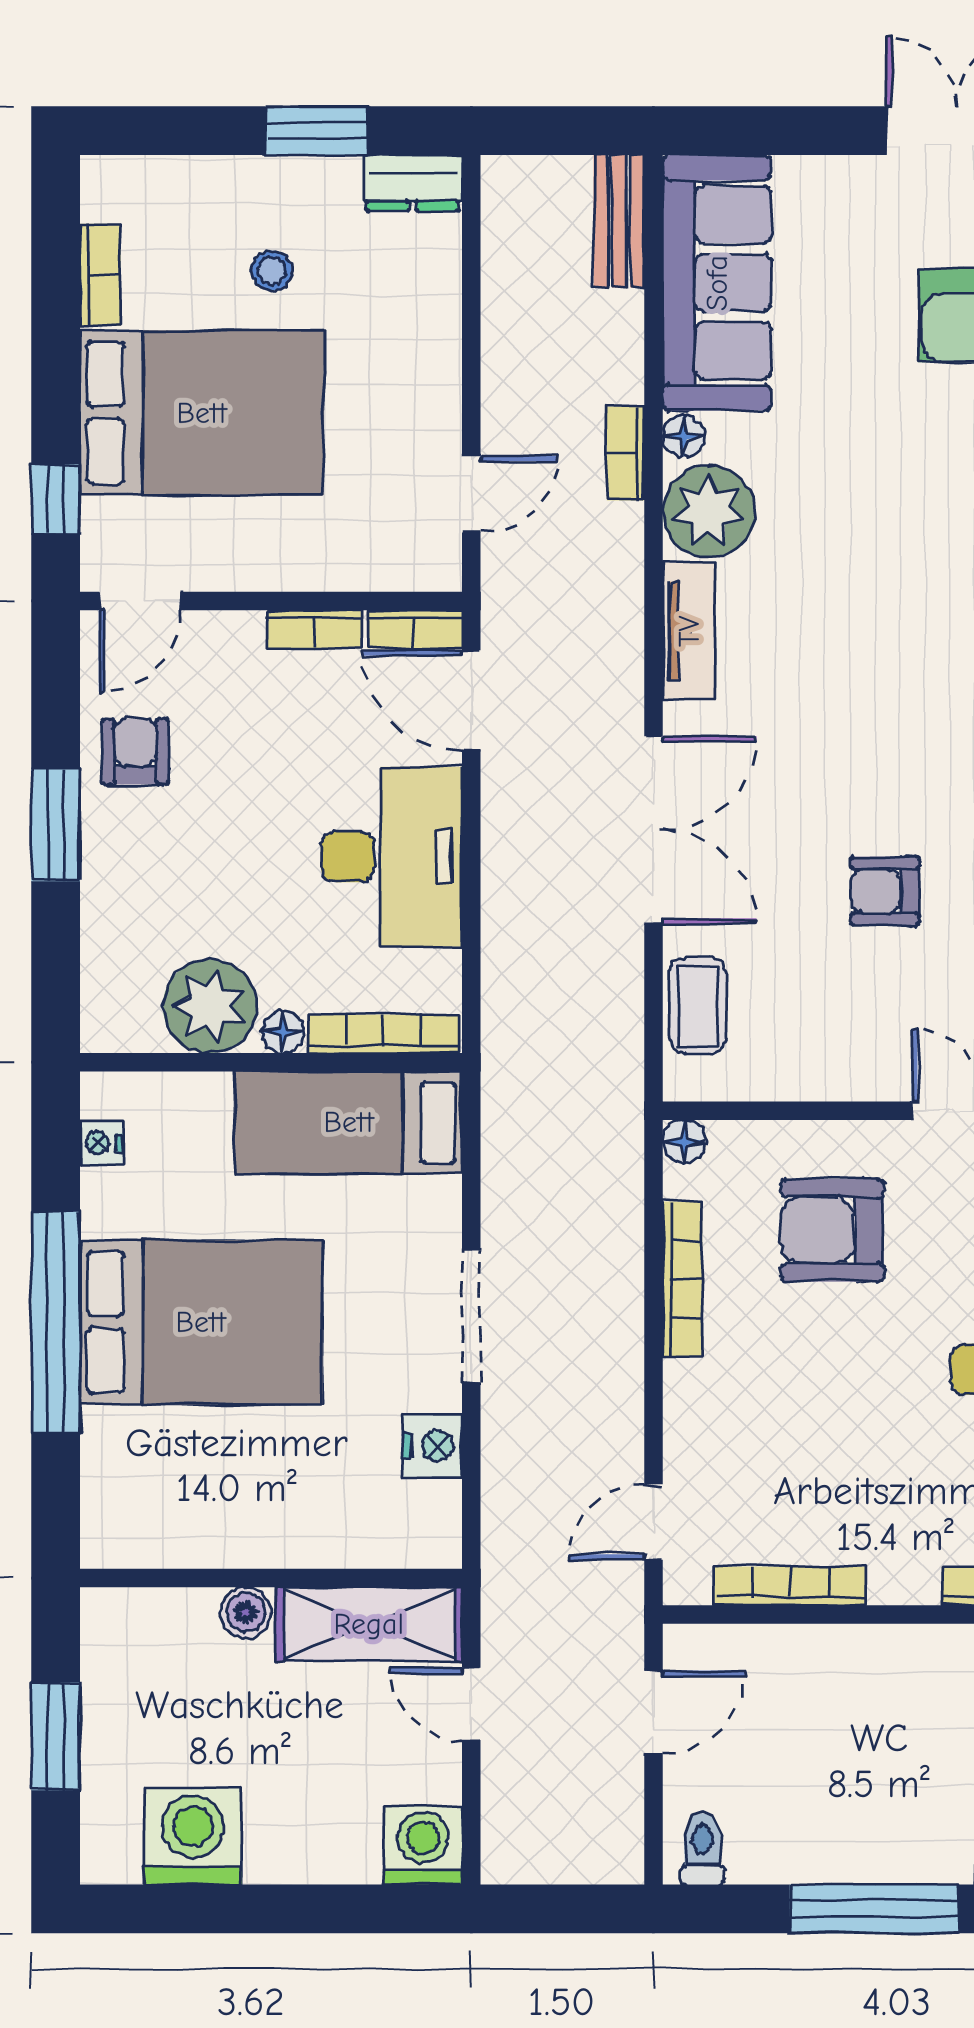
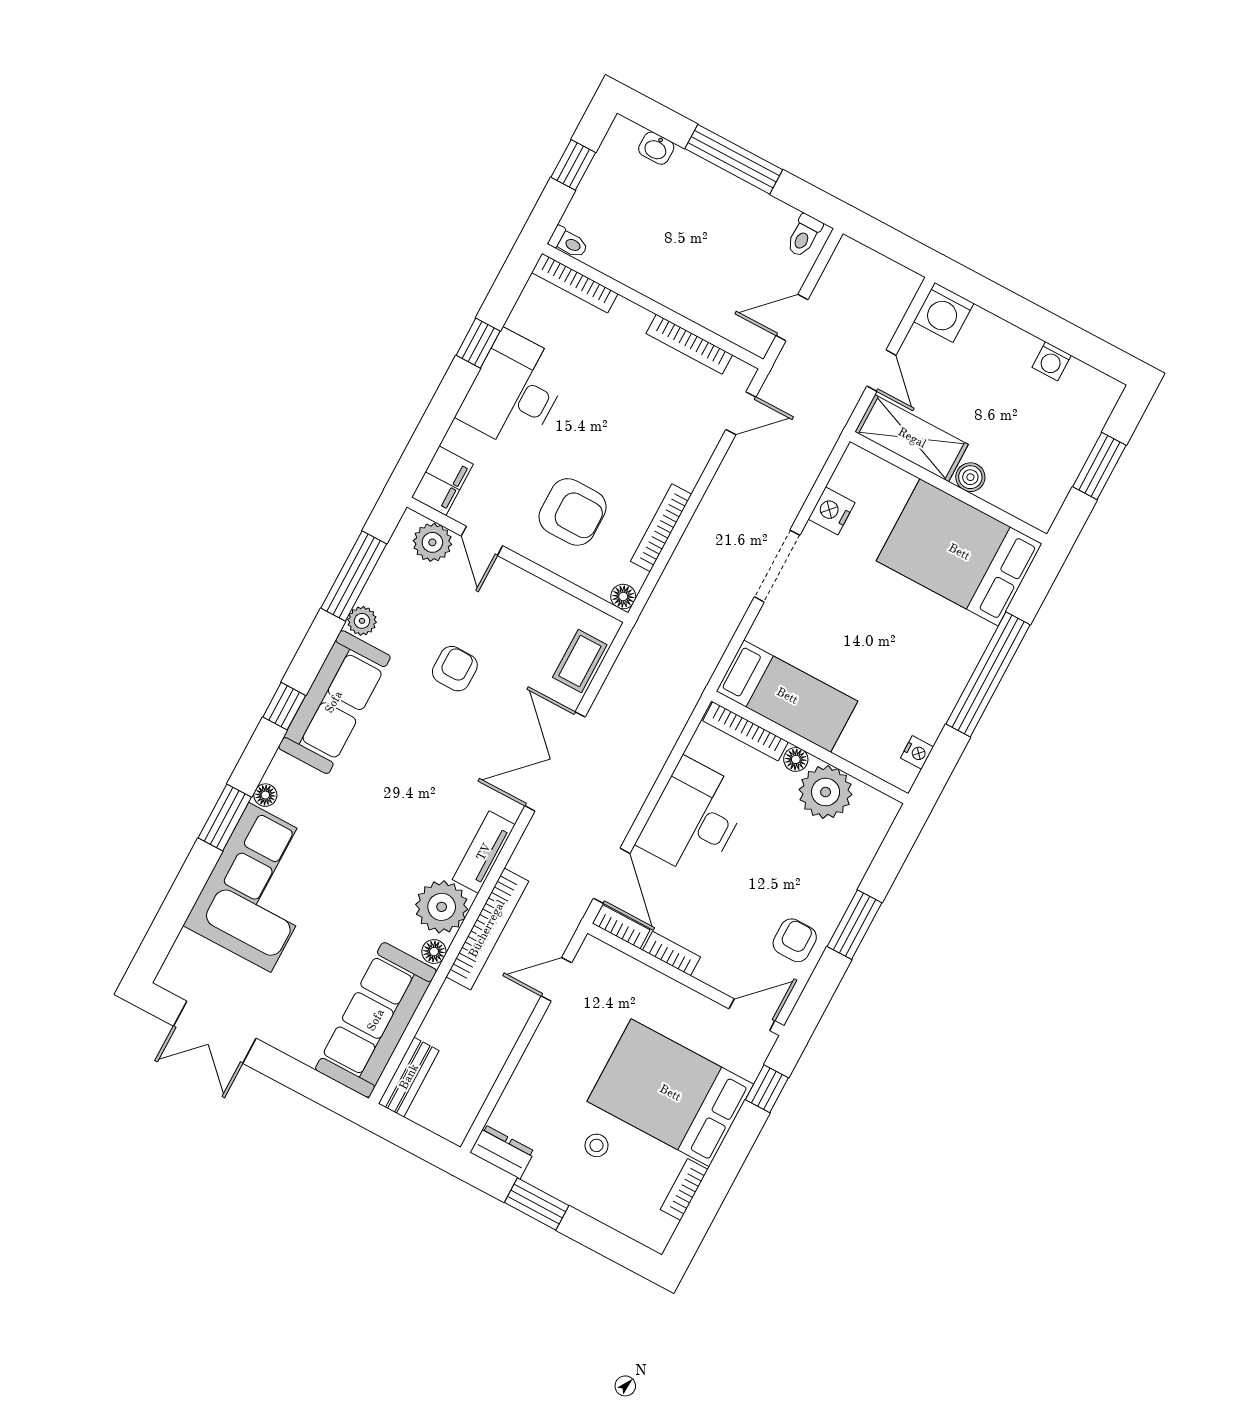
bookcase: (626, 454) -> (487, 929), width x2.31, depth x1.31
armchair: (135, 751) -> (795, 940), turned 180
armchair: (885, 891) -> (455, 669), turned -90
bed: (201, 1322) -> (959, 552), moved
washing machine: (193, 1836) -> (1052, 361), width x0.53, depth x0.53

